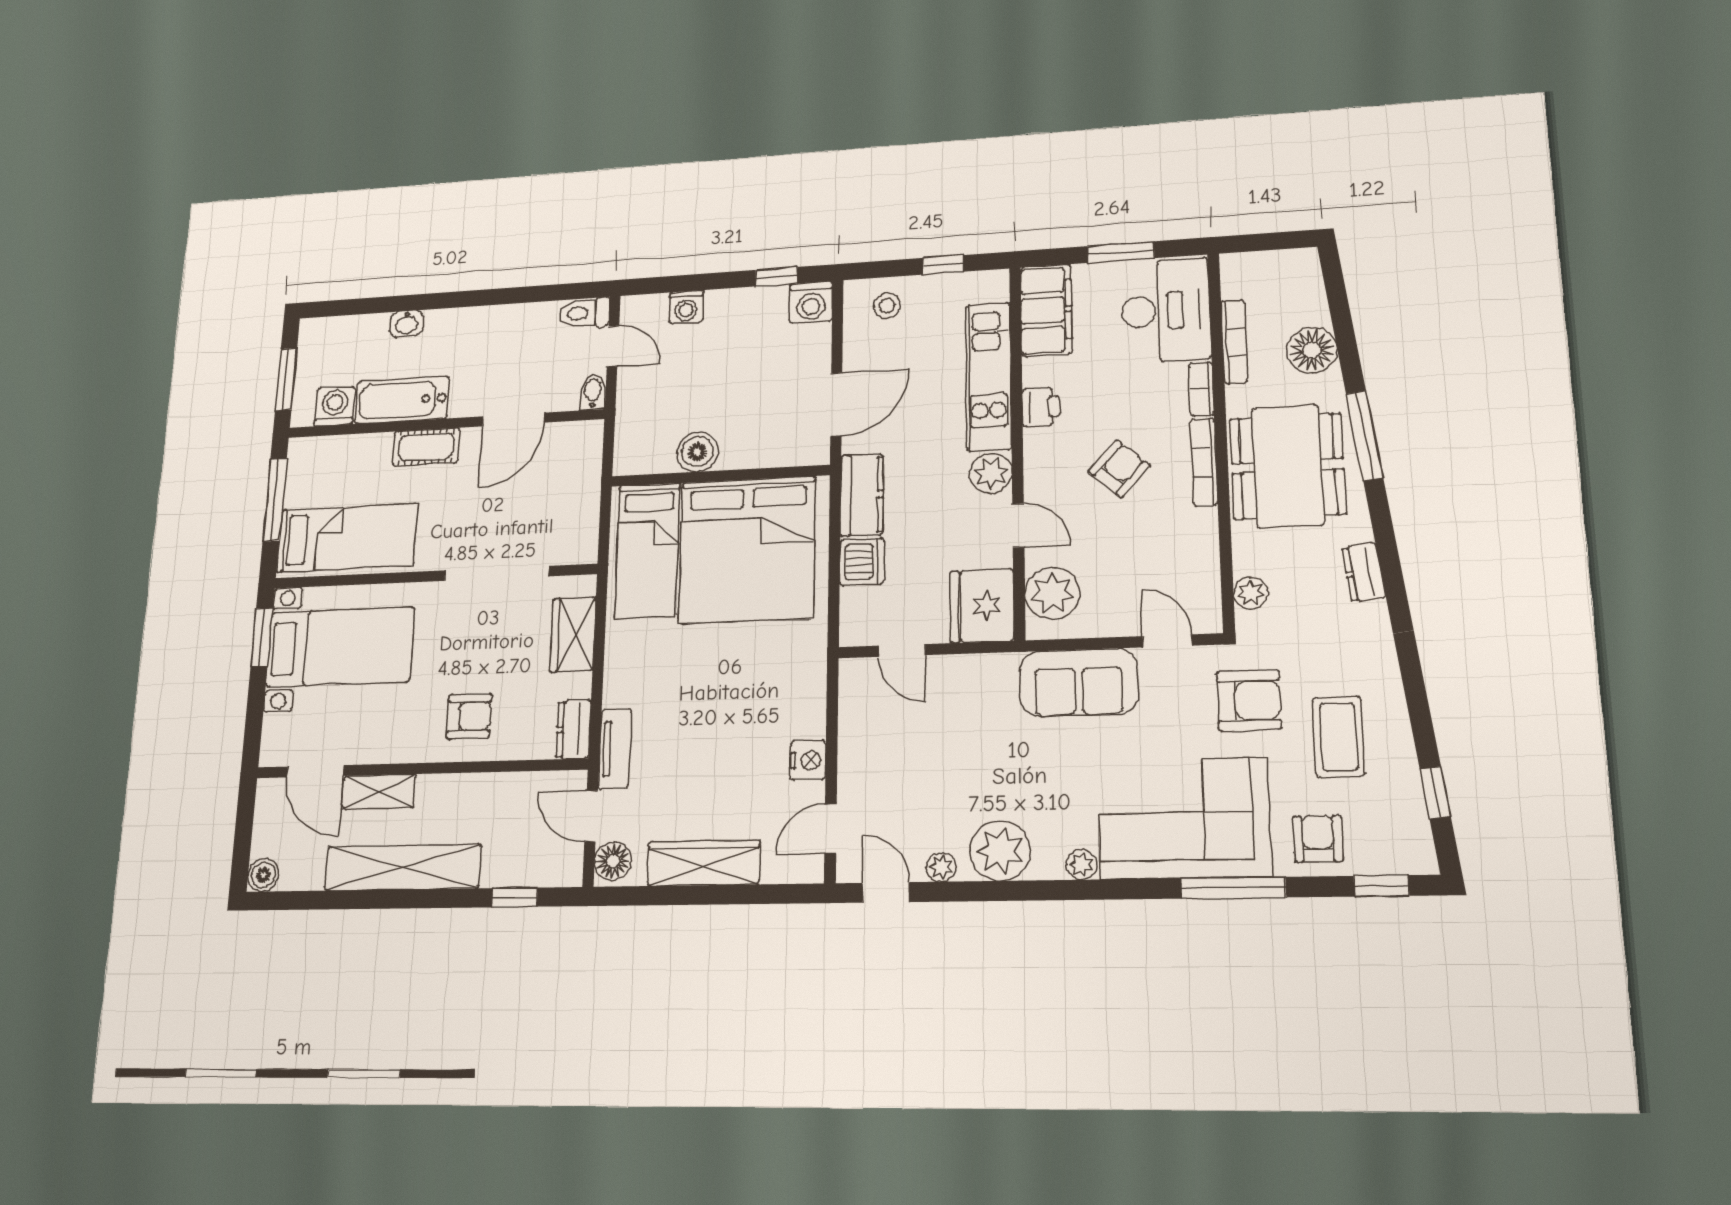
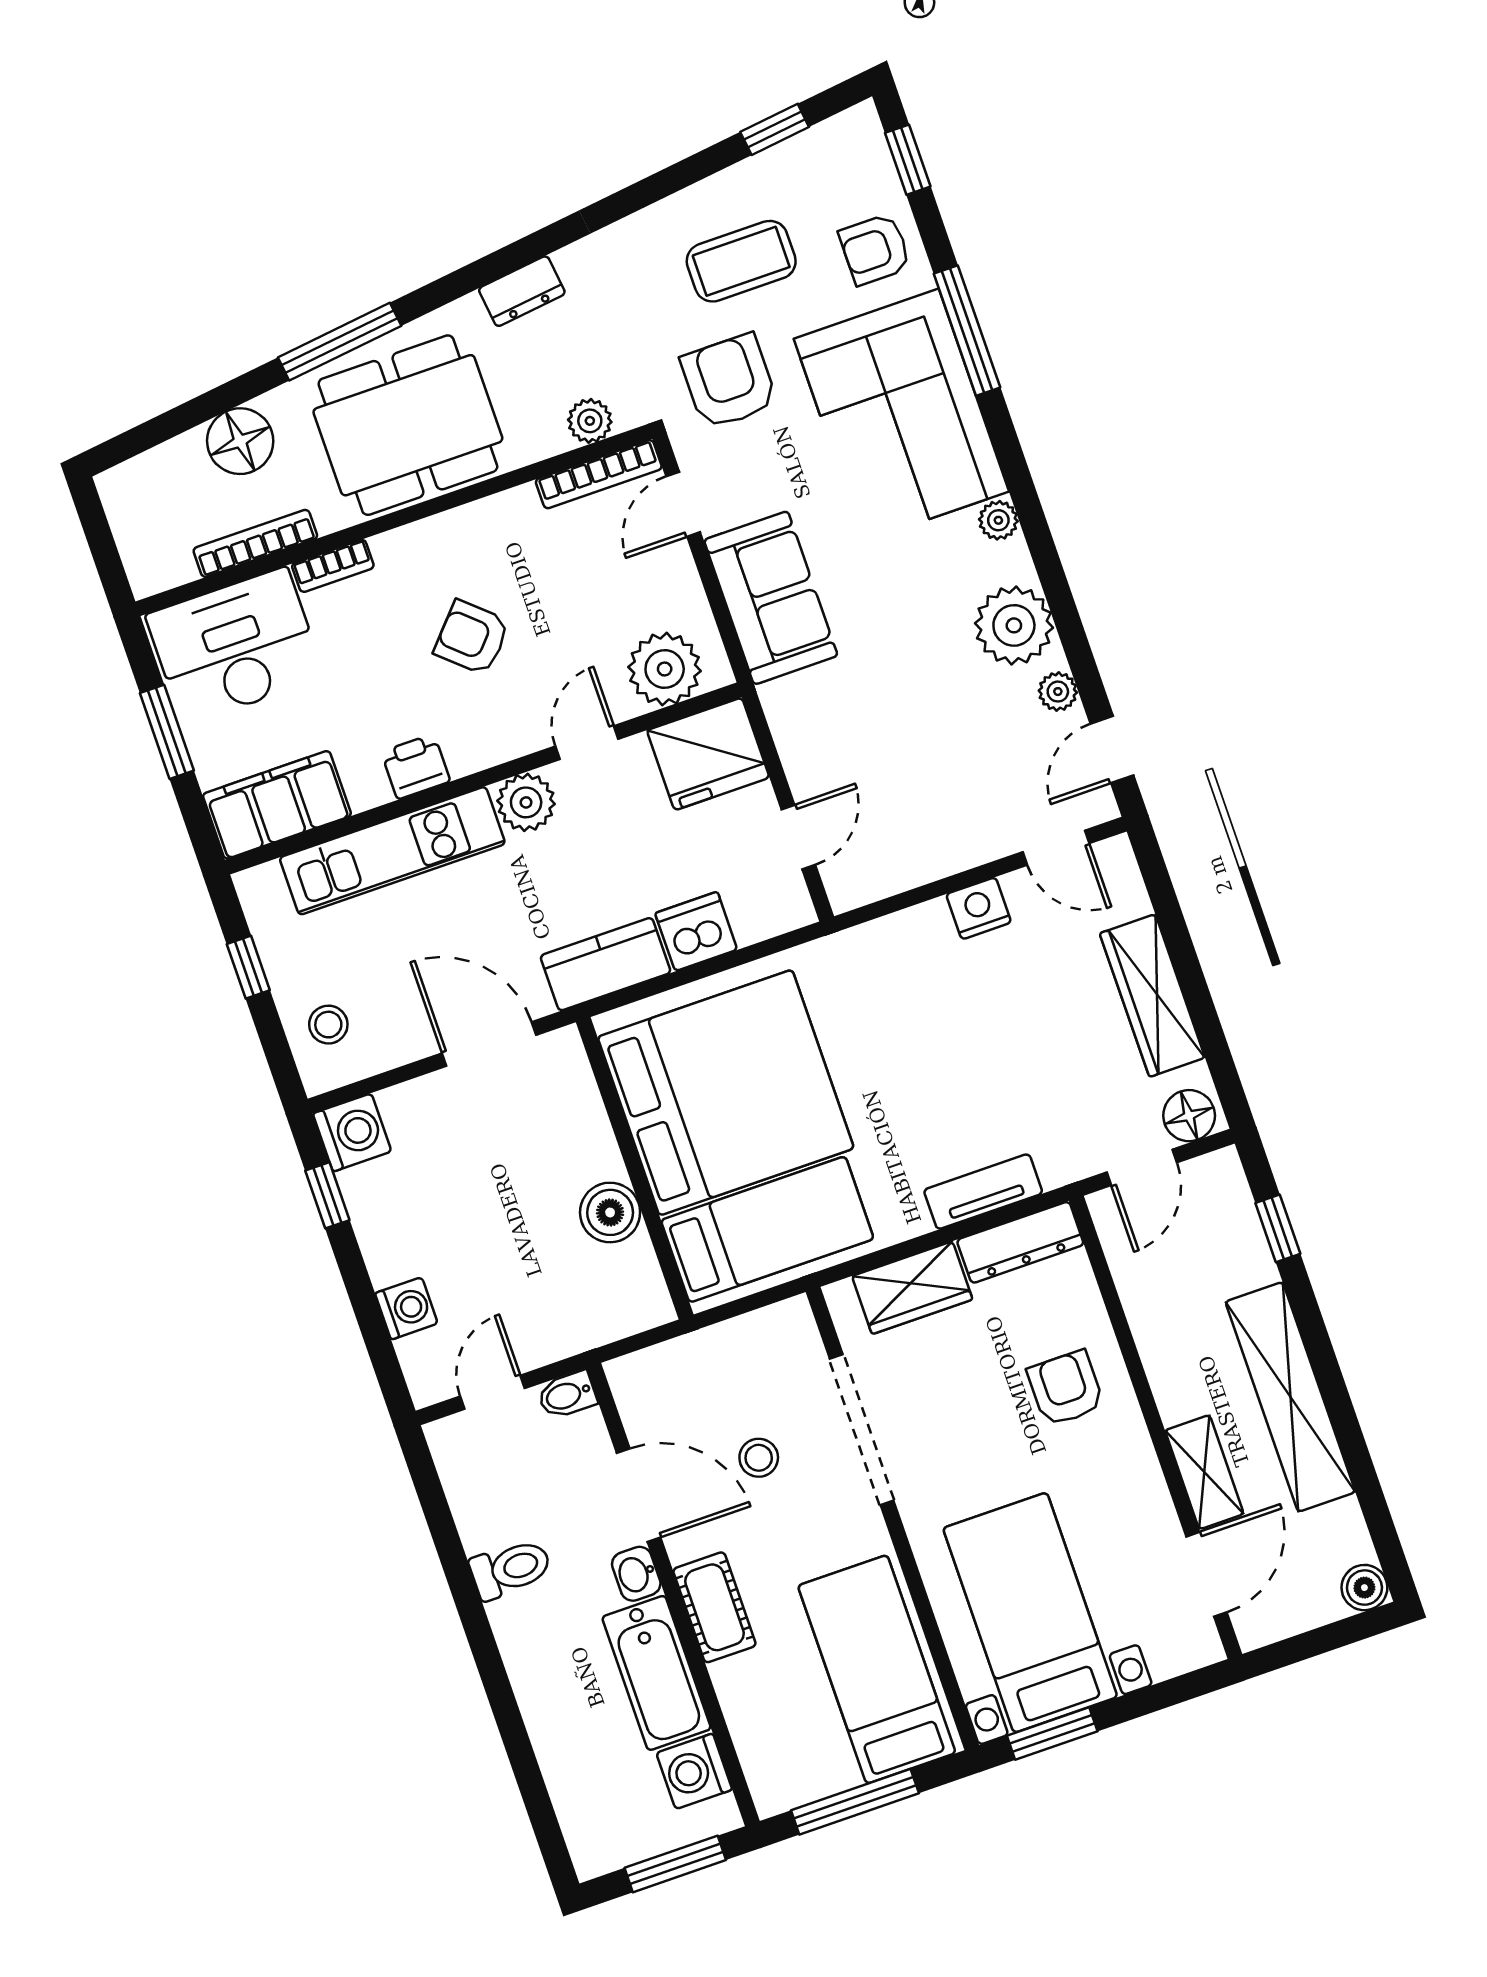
toilet: (584, 313) -> (511, 1569), moved, turned -90
washbasin: (407, 324) -> (636, 1574), moved, turned 180
bookcase: (1204, 462) -> (599, 474), moved
stool: (506, 502) -> (759, 1458), added
dresser: (573, 729) -> (1020, 1242), width x1.44
tv unit: (615, 749) -> (983, 1192), moved

